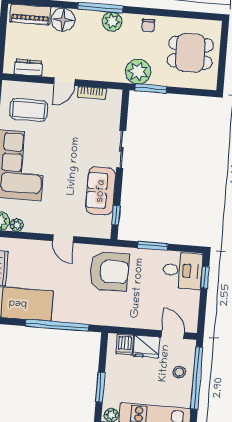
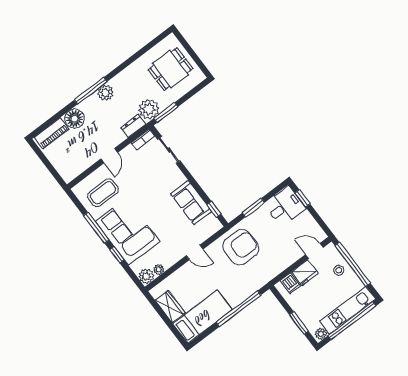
chair: (148, 25) -> (130, 75), removed
dresser: (28, 68) -> (133, 126), moved
bookcase: (92, 93) -> (143, 139), moved
sliding door: (121, 149) -> (169, 150), moved

